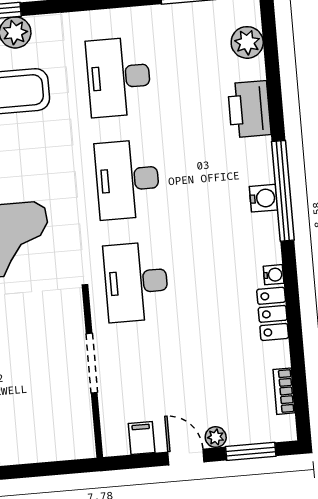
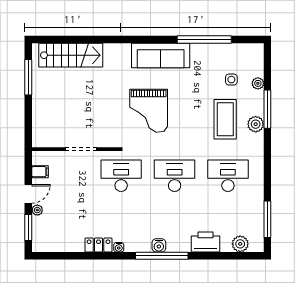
bookcase: (284, 391) -> (58, 247), removed

